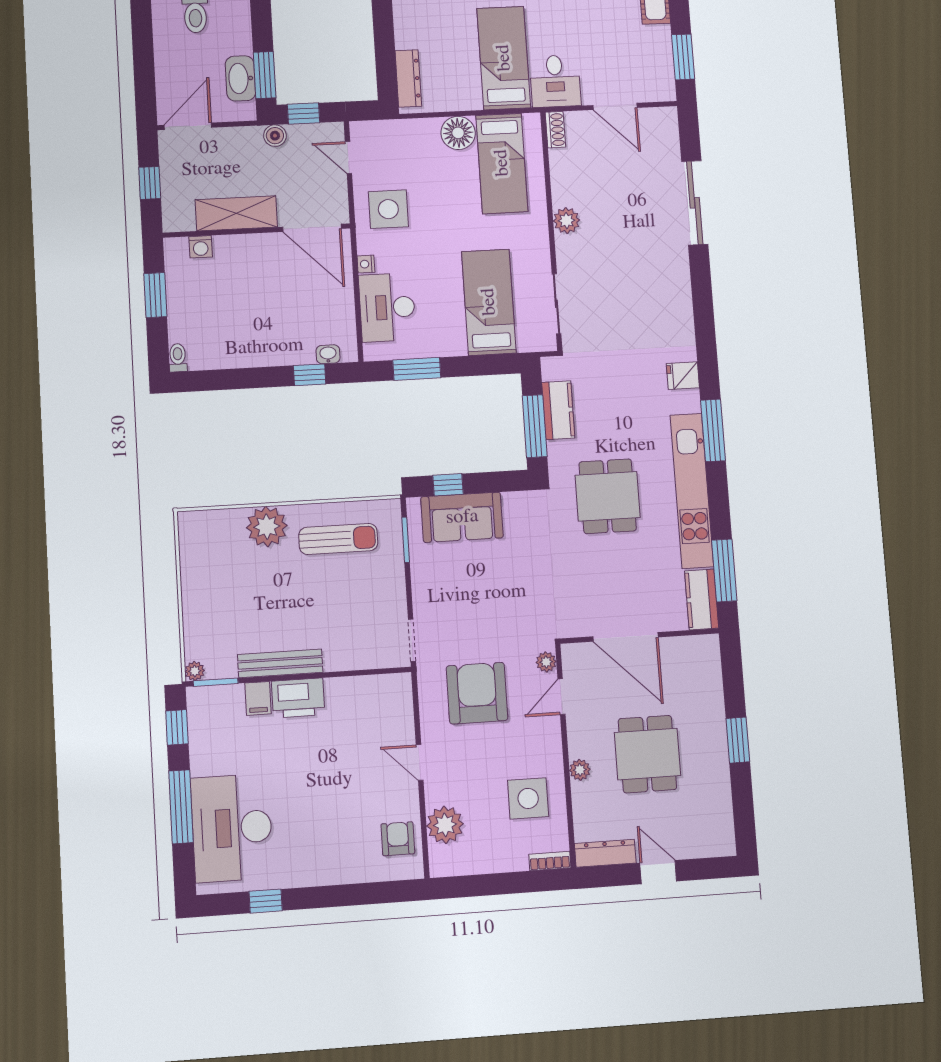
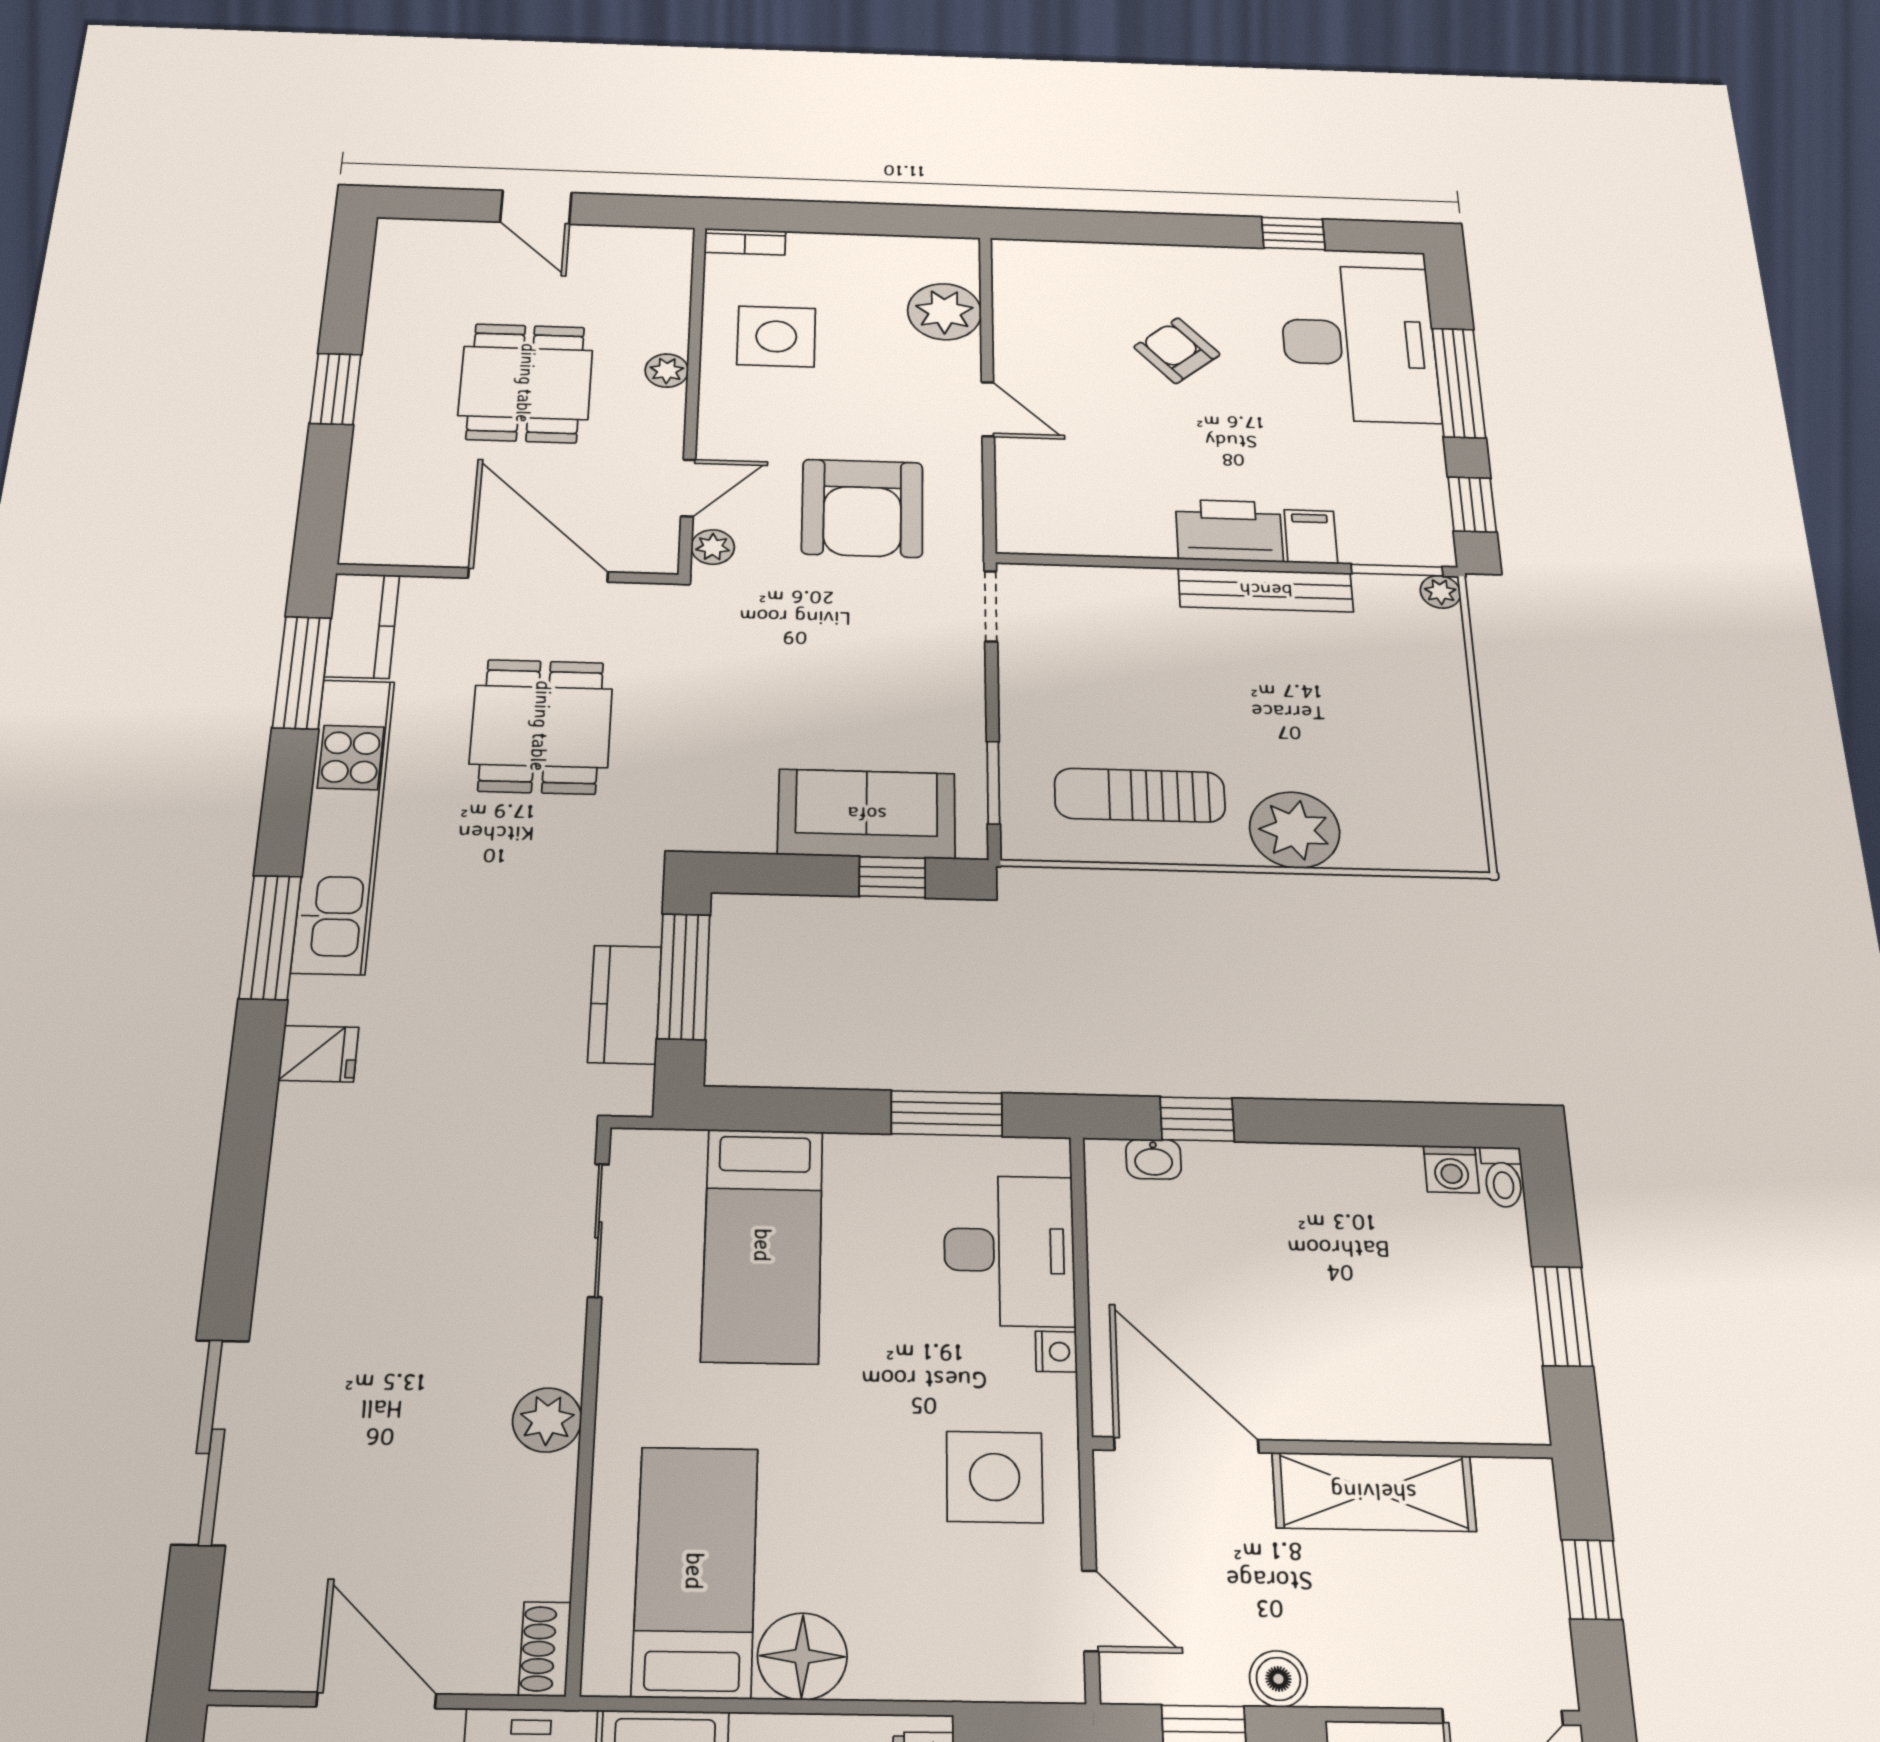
washing machine: (201, 247) -> (1451, 1169), moved, turned 180
dining table: (608, 496) -> (541, 726), moved
armchair: (398, 839) -> (1177, 351), moved, turned 139
dresser: (605, 853) -> (635, 243), removed

